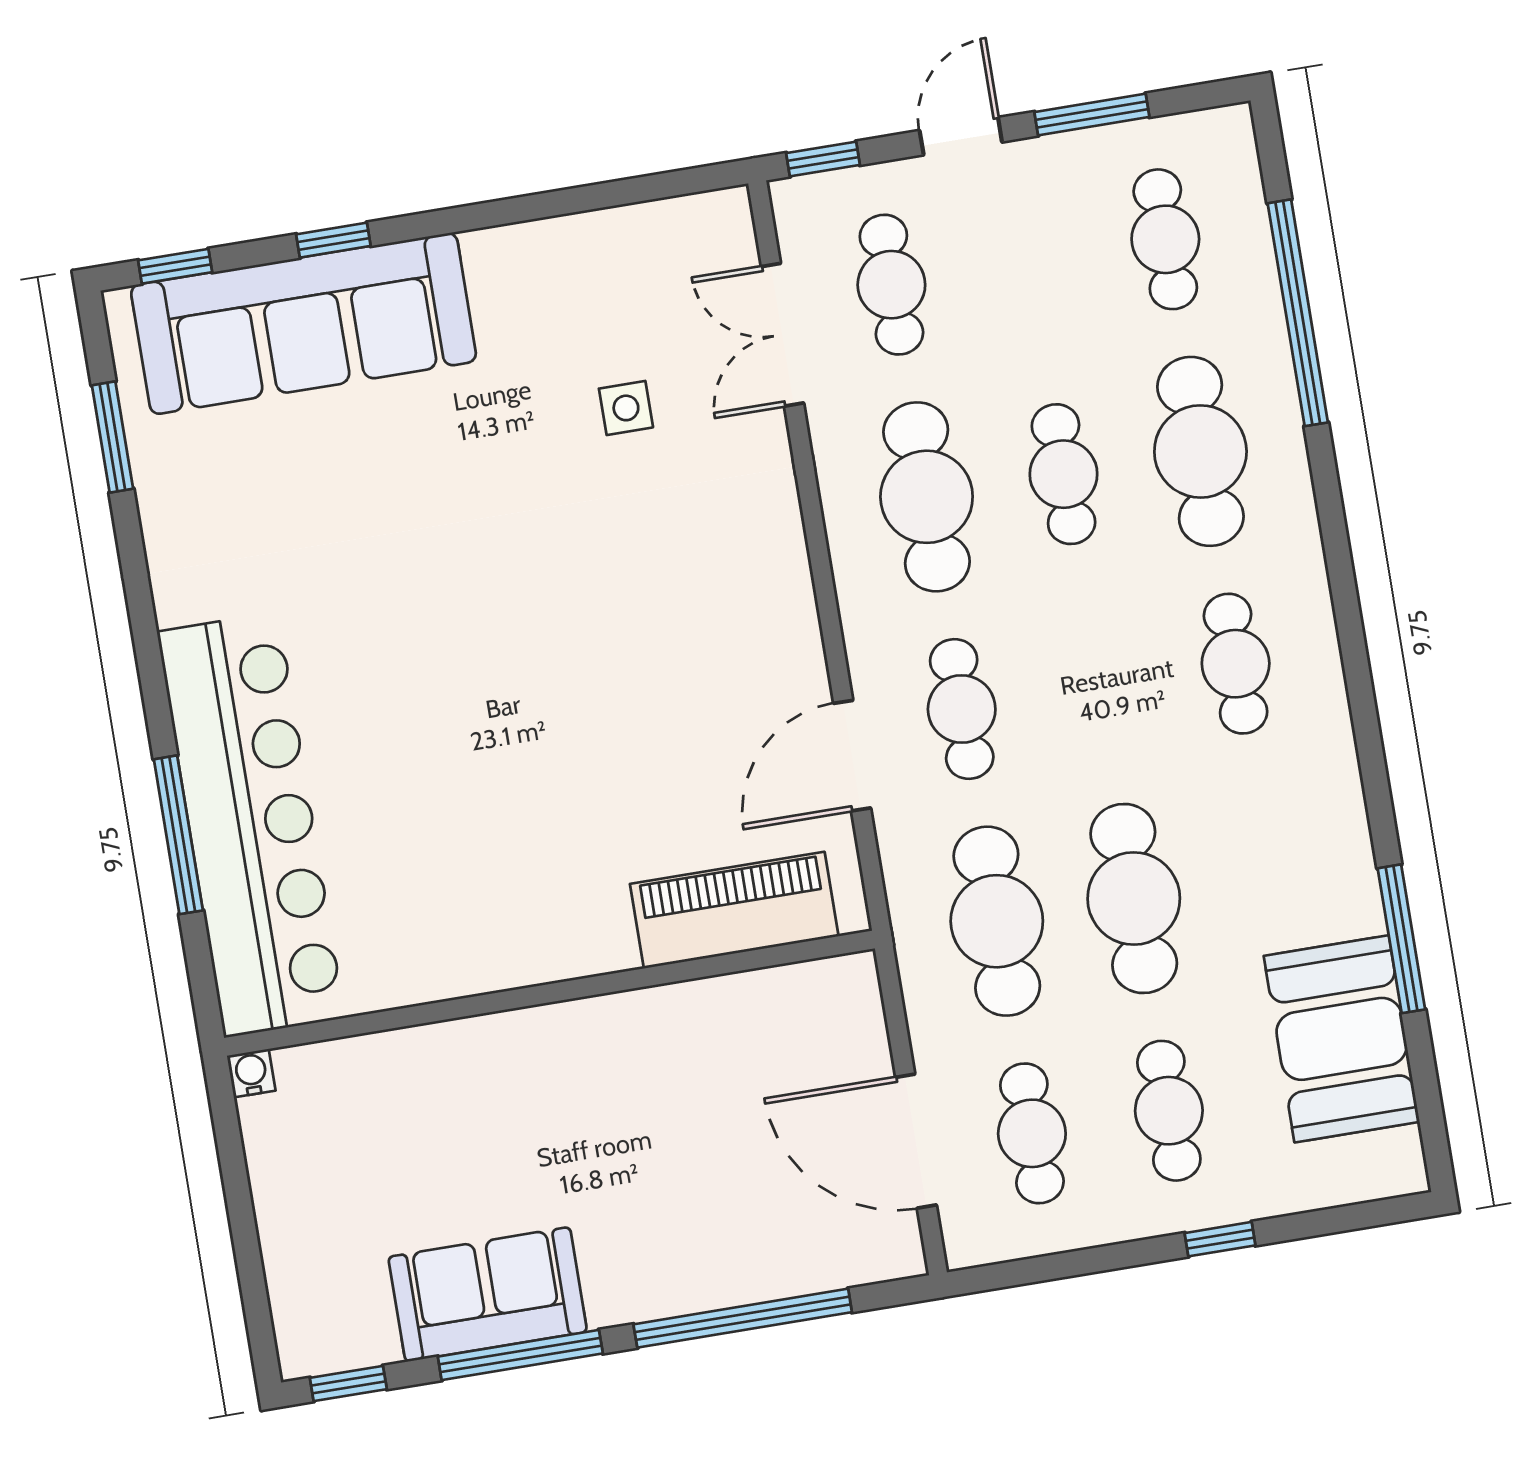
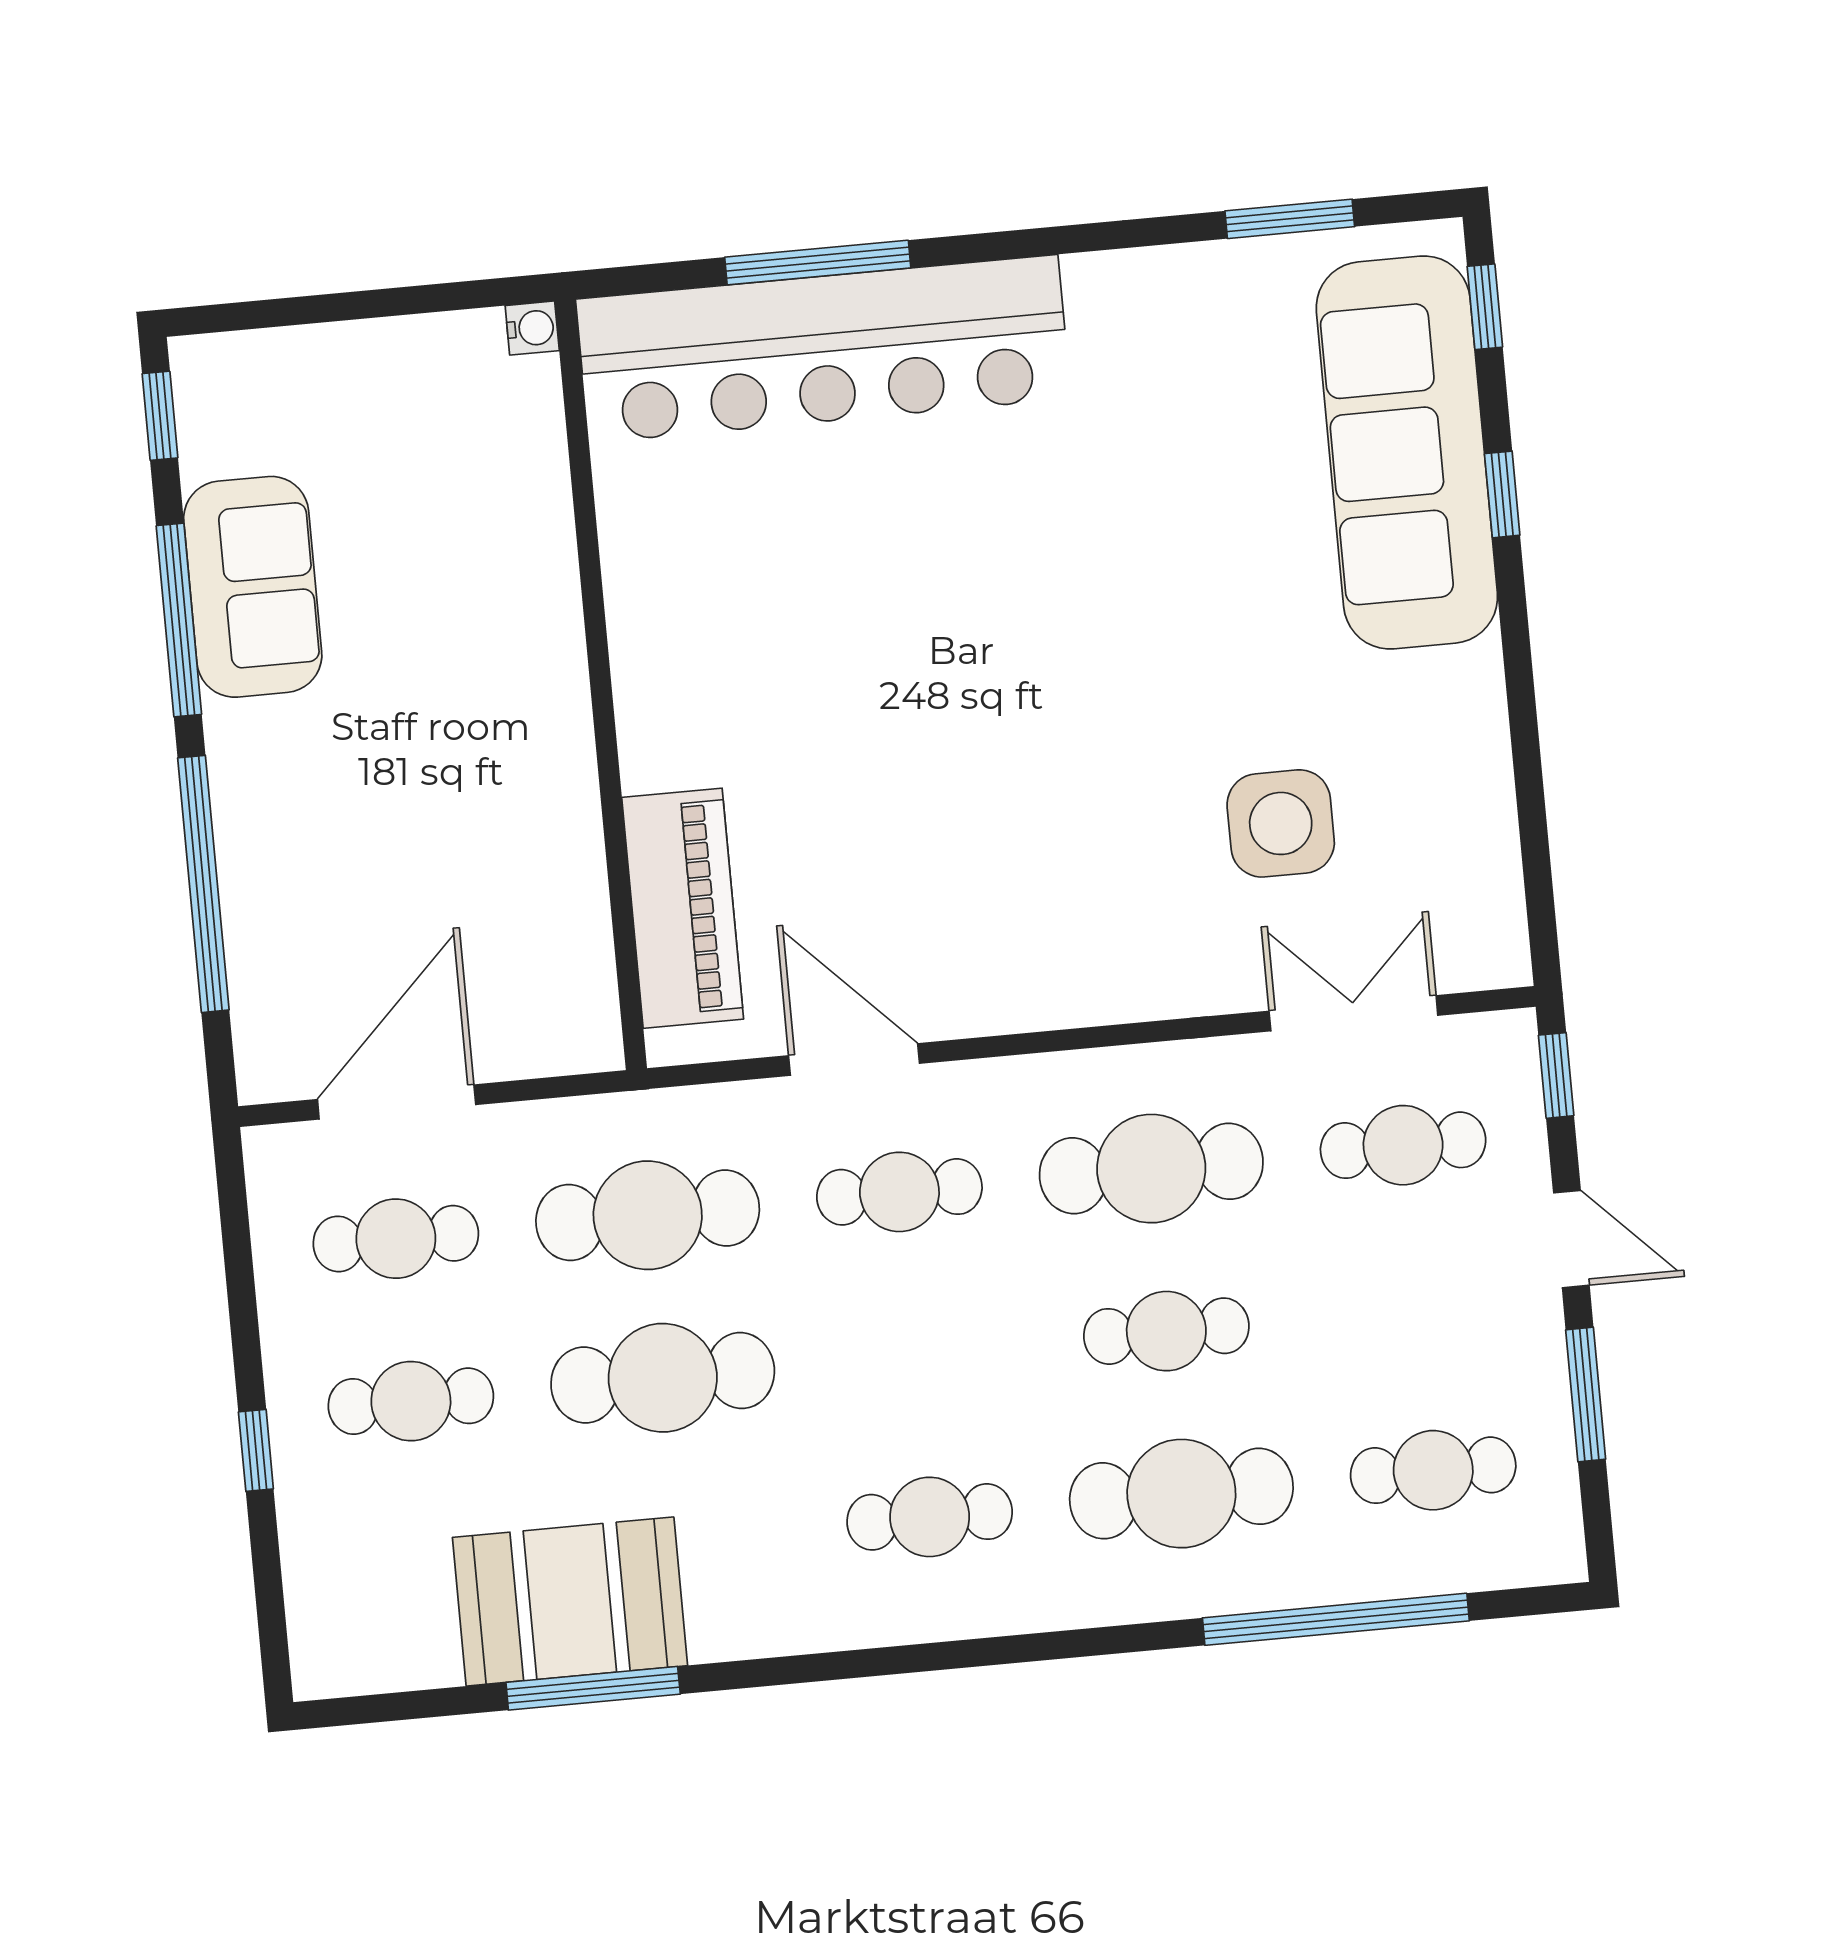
side table: (626, 408) -> (1281, 823), width x1.87, depth x1.87
booth: (1342, 1039) -> (570, 1601), moved

